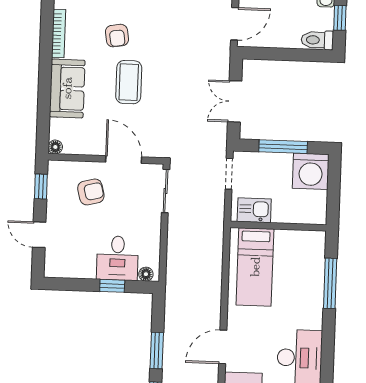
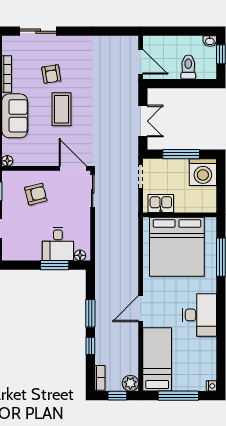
door: (235, 24) -> (141, 62), hinge flipped
toilet: (317, 40) -> (188, 67), moved, turned 90
double door: (235, 101) -> (143, 121), swing flipped
door: (124, 159) -> (73, 168), moved
bed: (255, 267) -> (177, 247), width x2.04
window: (112, 286) -> (55, 265), width x1.50

